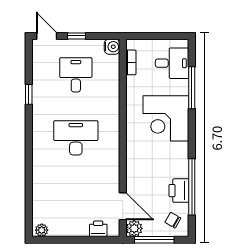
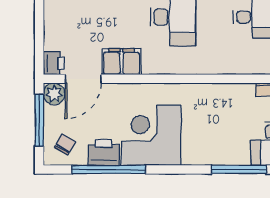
corner desk: (166, 118) -> (151, 135), moved
filing cabinet: (110, 177) -> (121, 62), added
printer: (98, 229) -> (54, 63), moved

